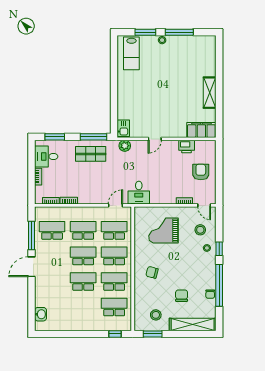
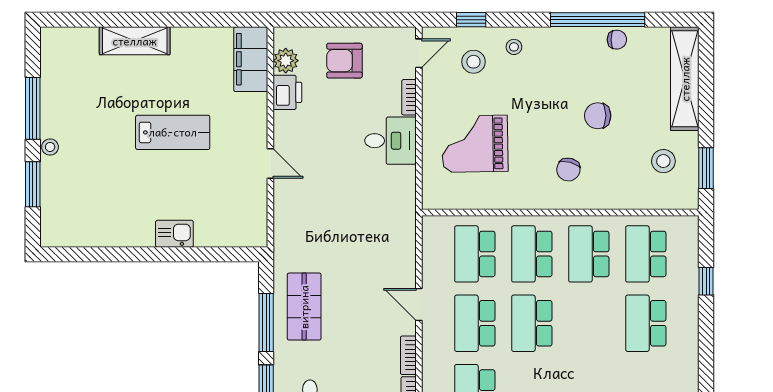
lab bench: (131, 53) -> (173, 132), moved
shelving: (210, 93) -> (135, 41), moved
kitchen sink: (123, 128) -> (174, 234), moved
window: (94, 137) -> (266, 322), moved
plant: (125, 146) -> (286, 61), moved
desk: (139, 193) -> (390, 141), moved
door: (115, 205) -> (419, 304), moved
grand piano: (164, 230) -> (475, 144), turned 89
window: (219, 249) -> (471, 20), moved
school desk: (83, 281) -> (646, 323), moved
chair: (182, 296) -> (598, 116), moved
window: (115, 334) -> (706, 281), moved

